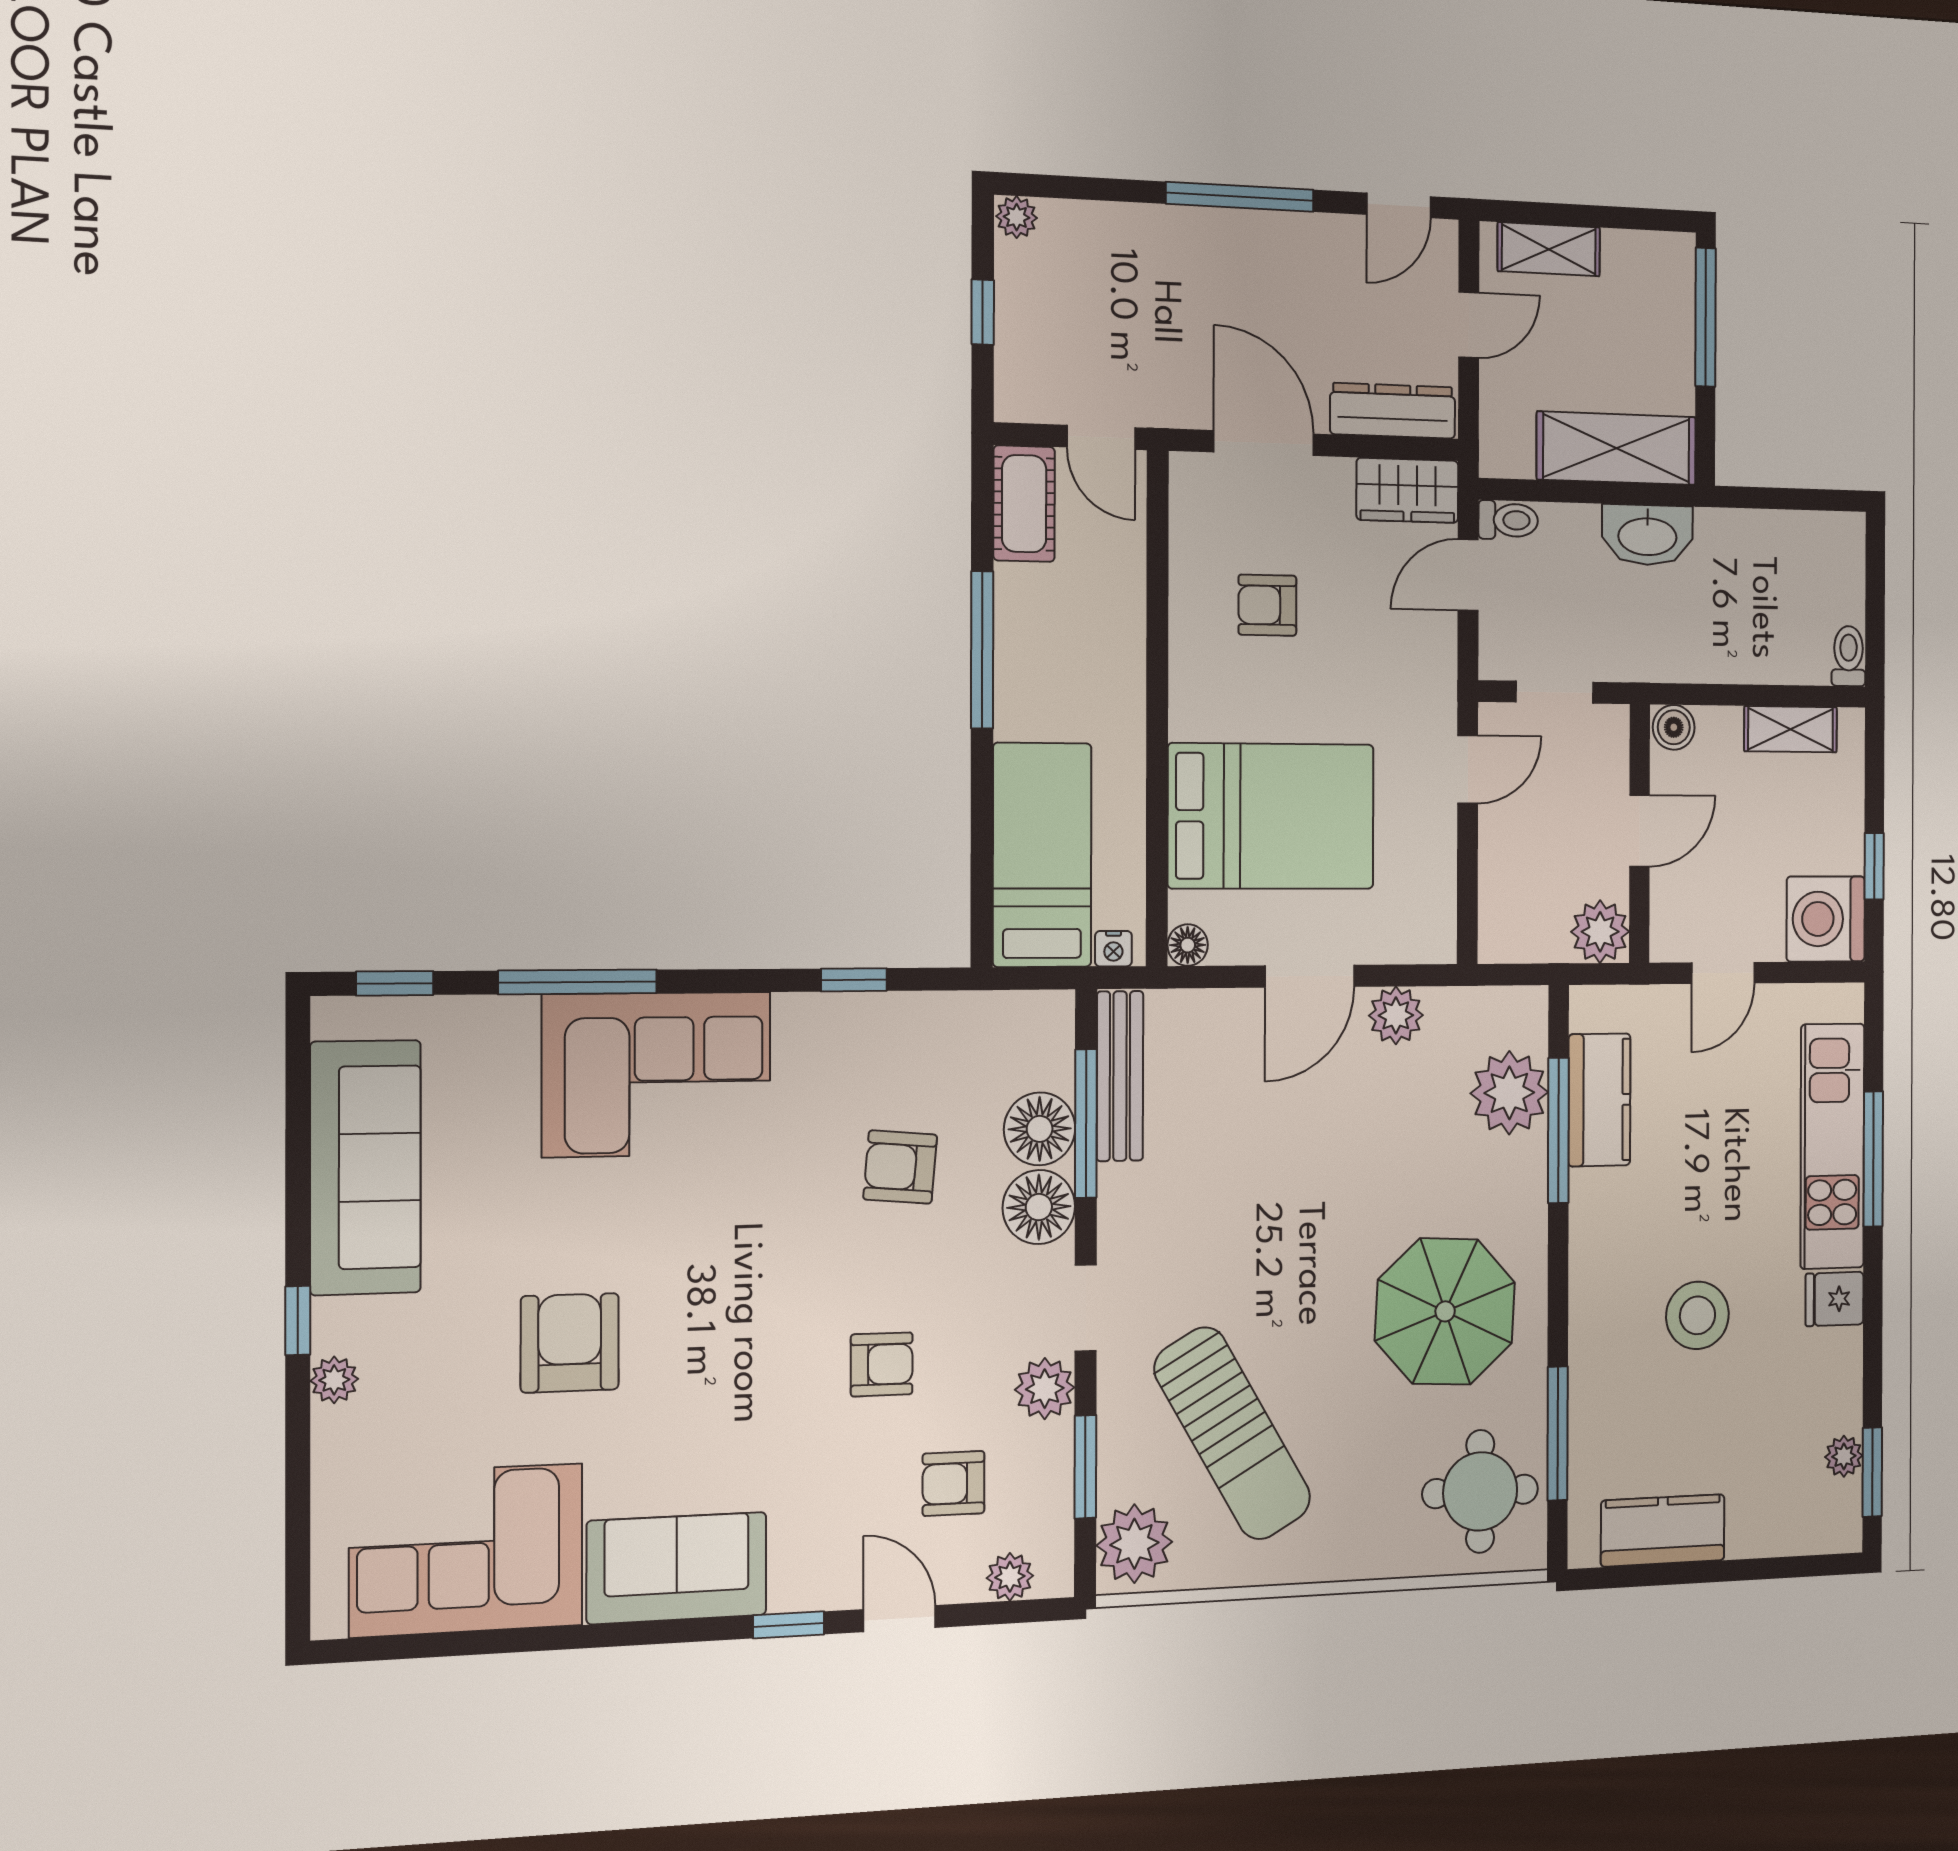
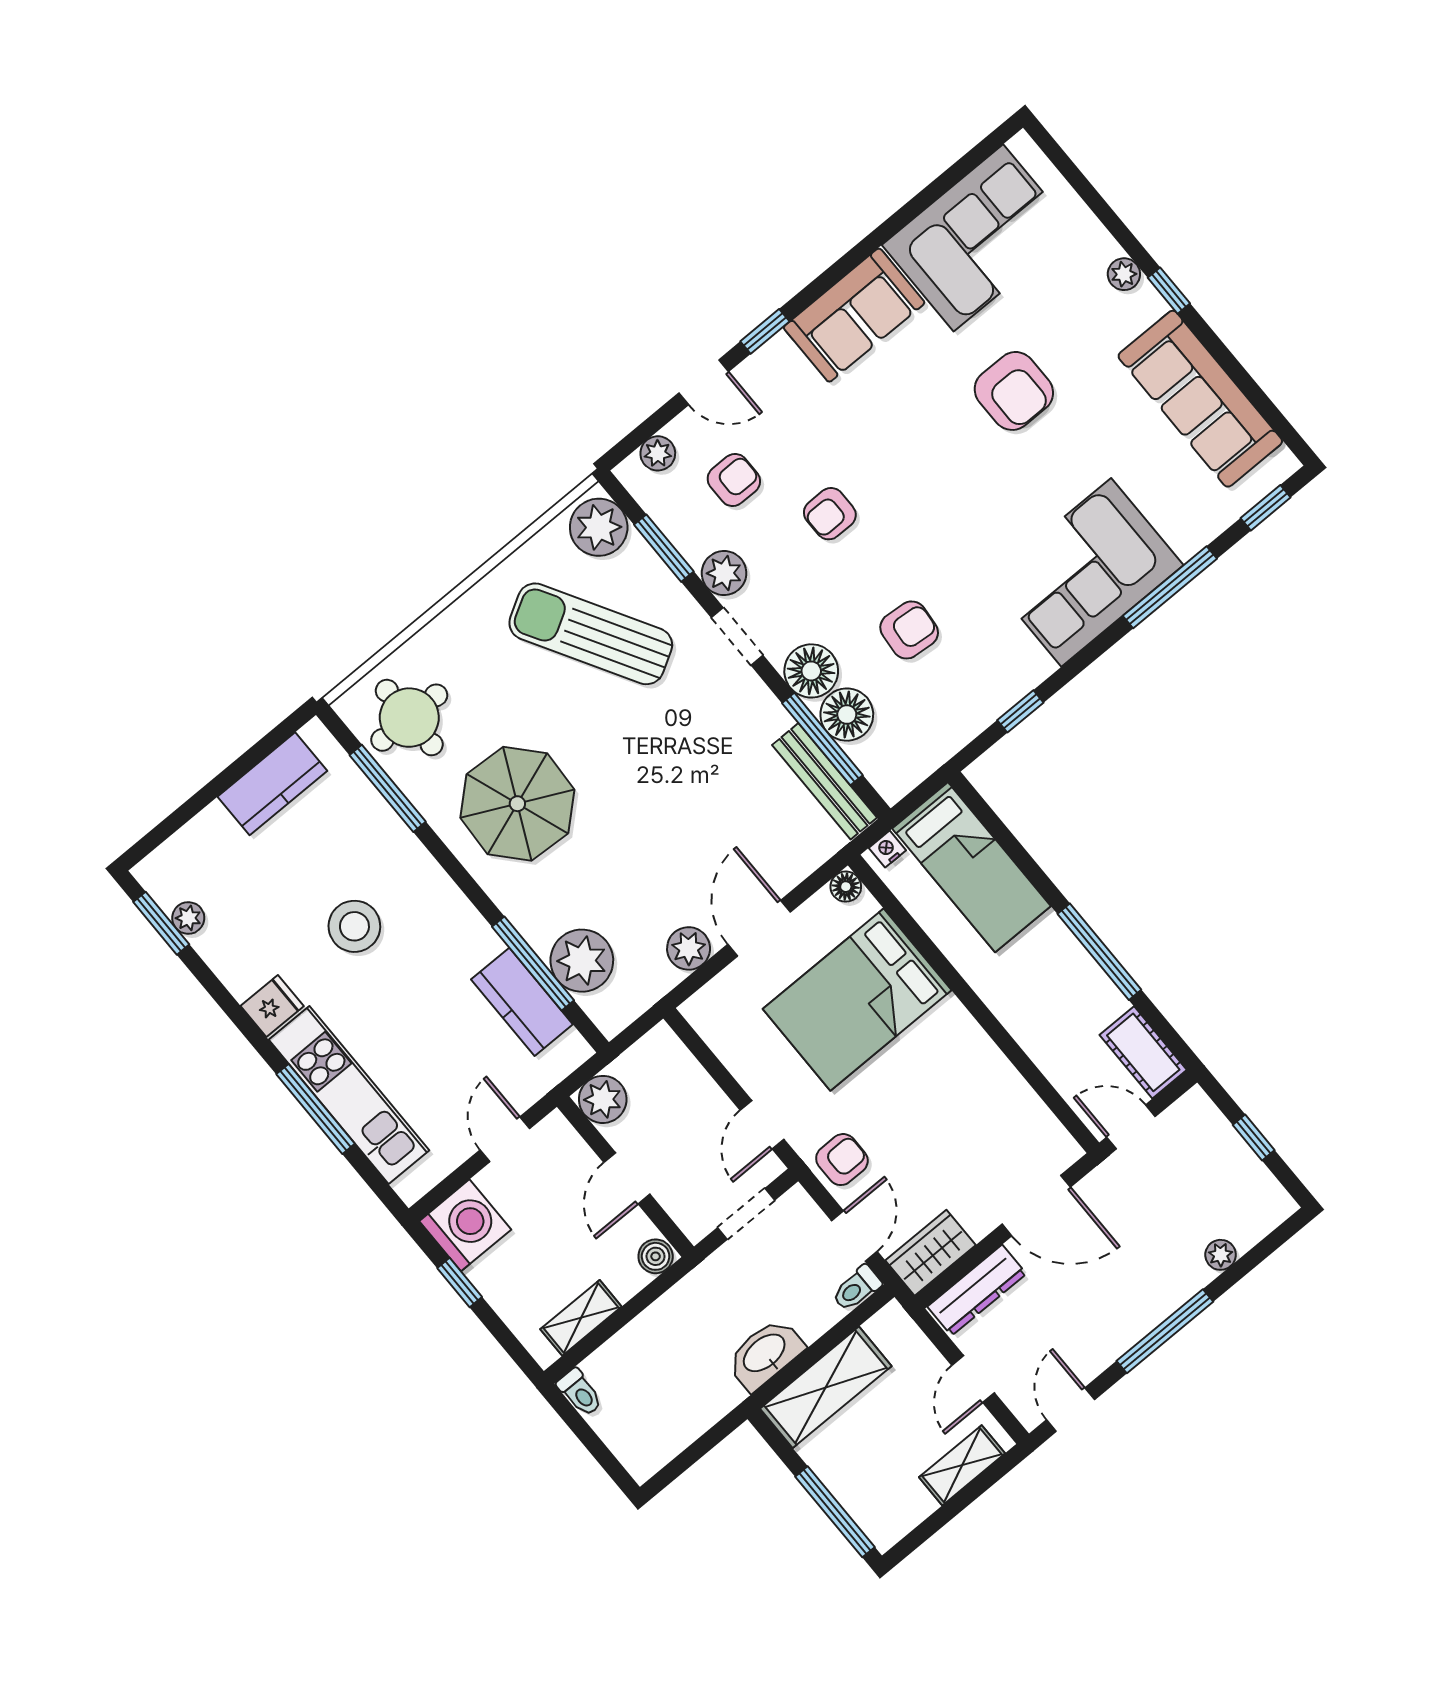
plant: (1017, 217) -> (1221, 1255), moved
armchair: (1267, 605) -> (842, 1160), moved

